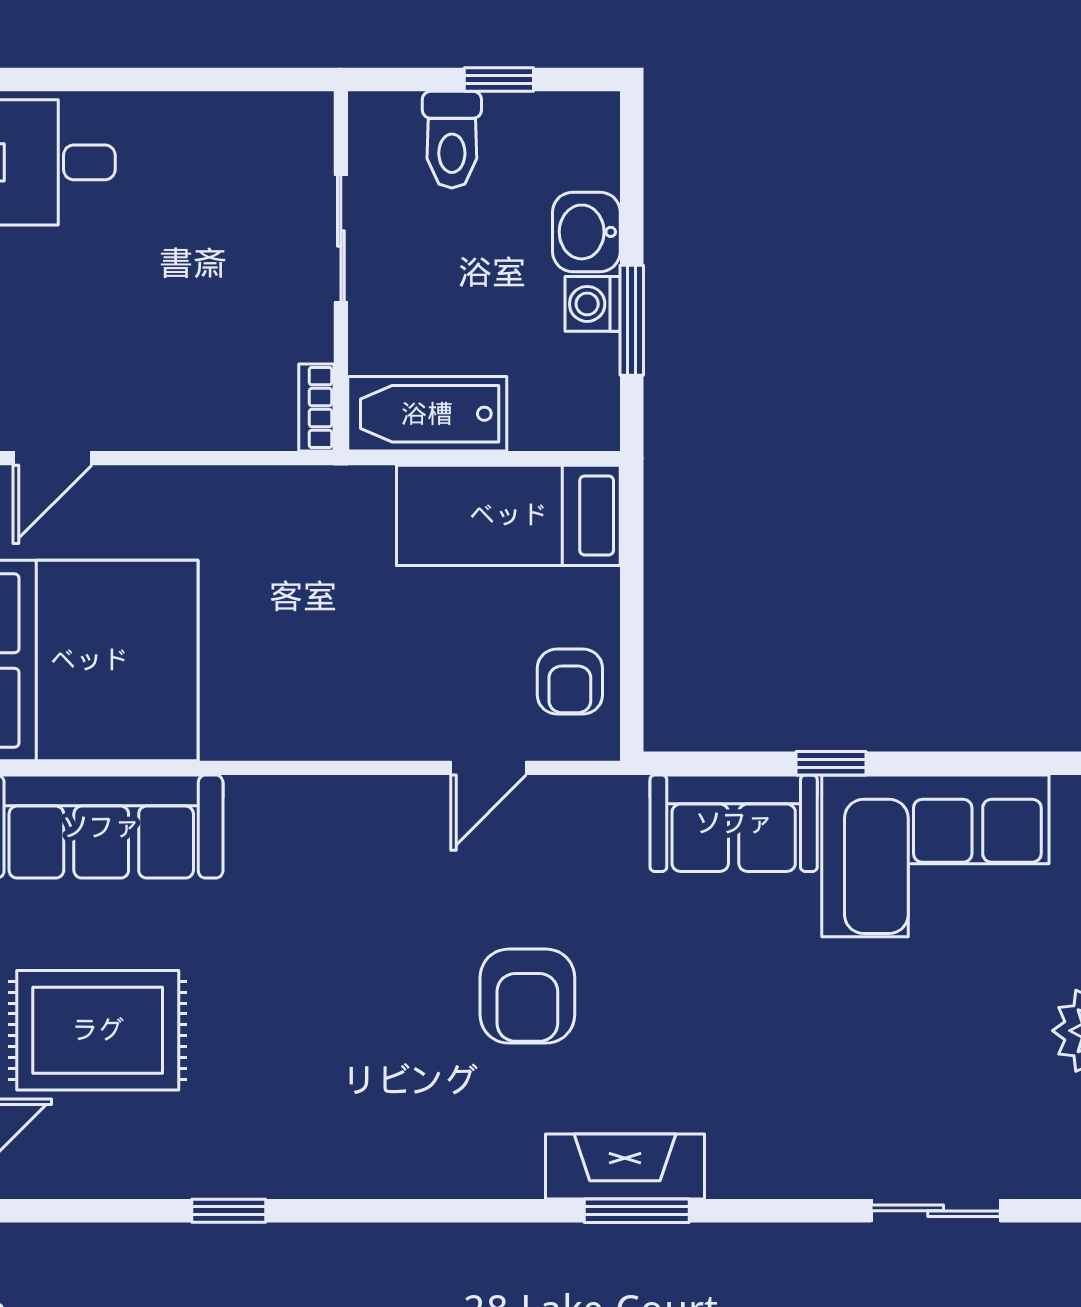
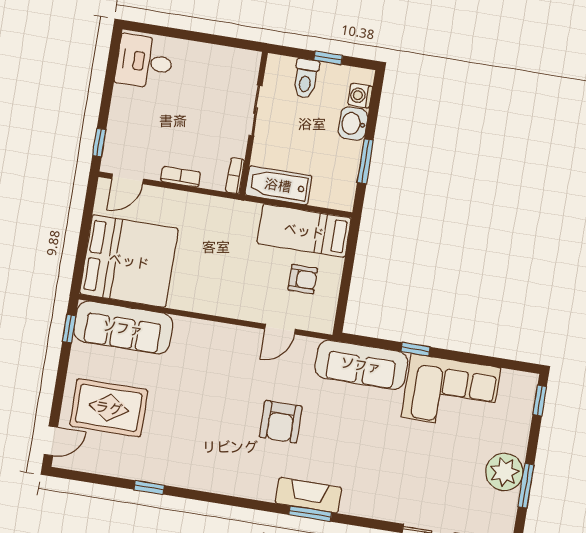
washing machine: (593, 304) -> (360, 96), moved
bookcase: (182, 432) -> (181, 177), added
armchair: (570, 682) -> (303, 279), moved, turned -90
sofa: (734, 823) -> (361, 365), width x1.36

